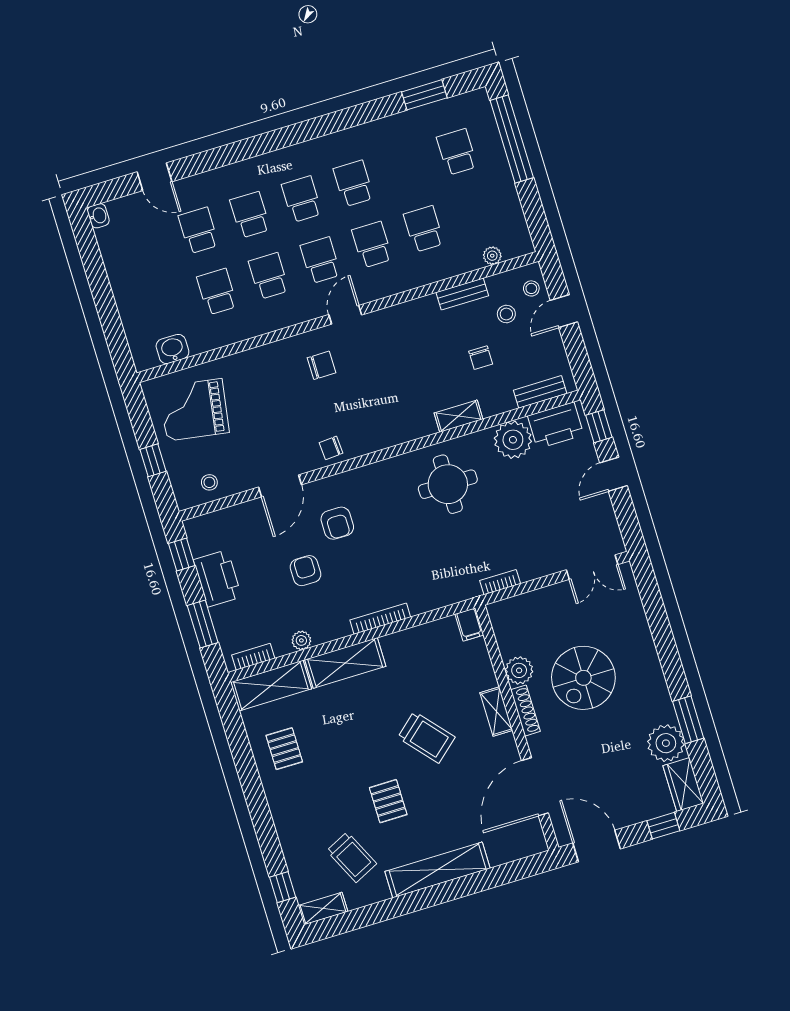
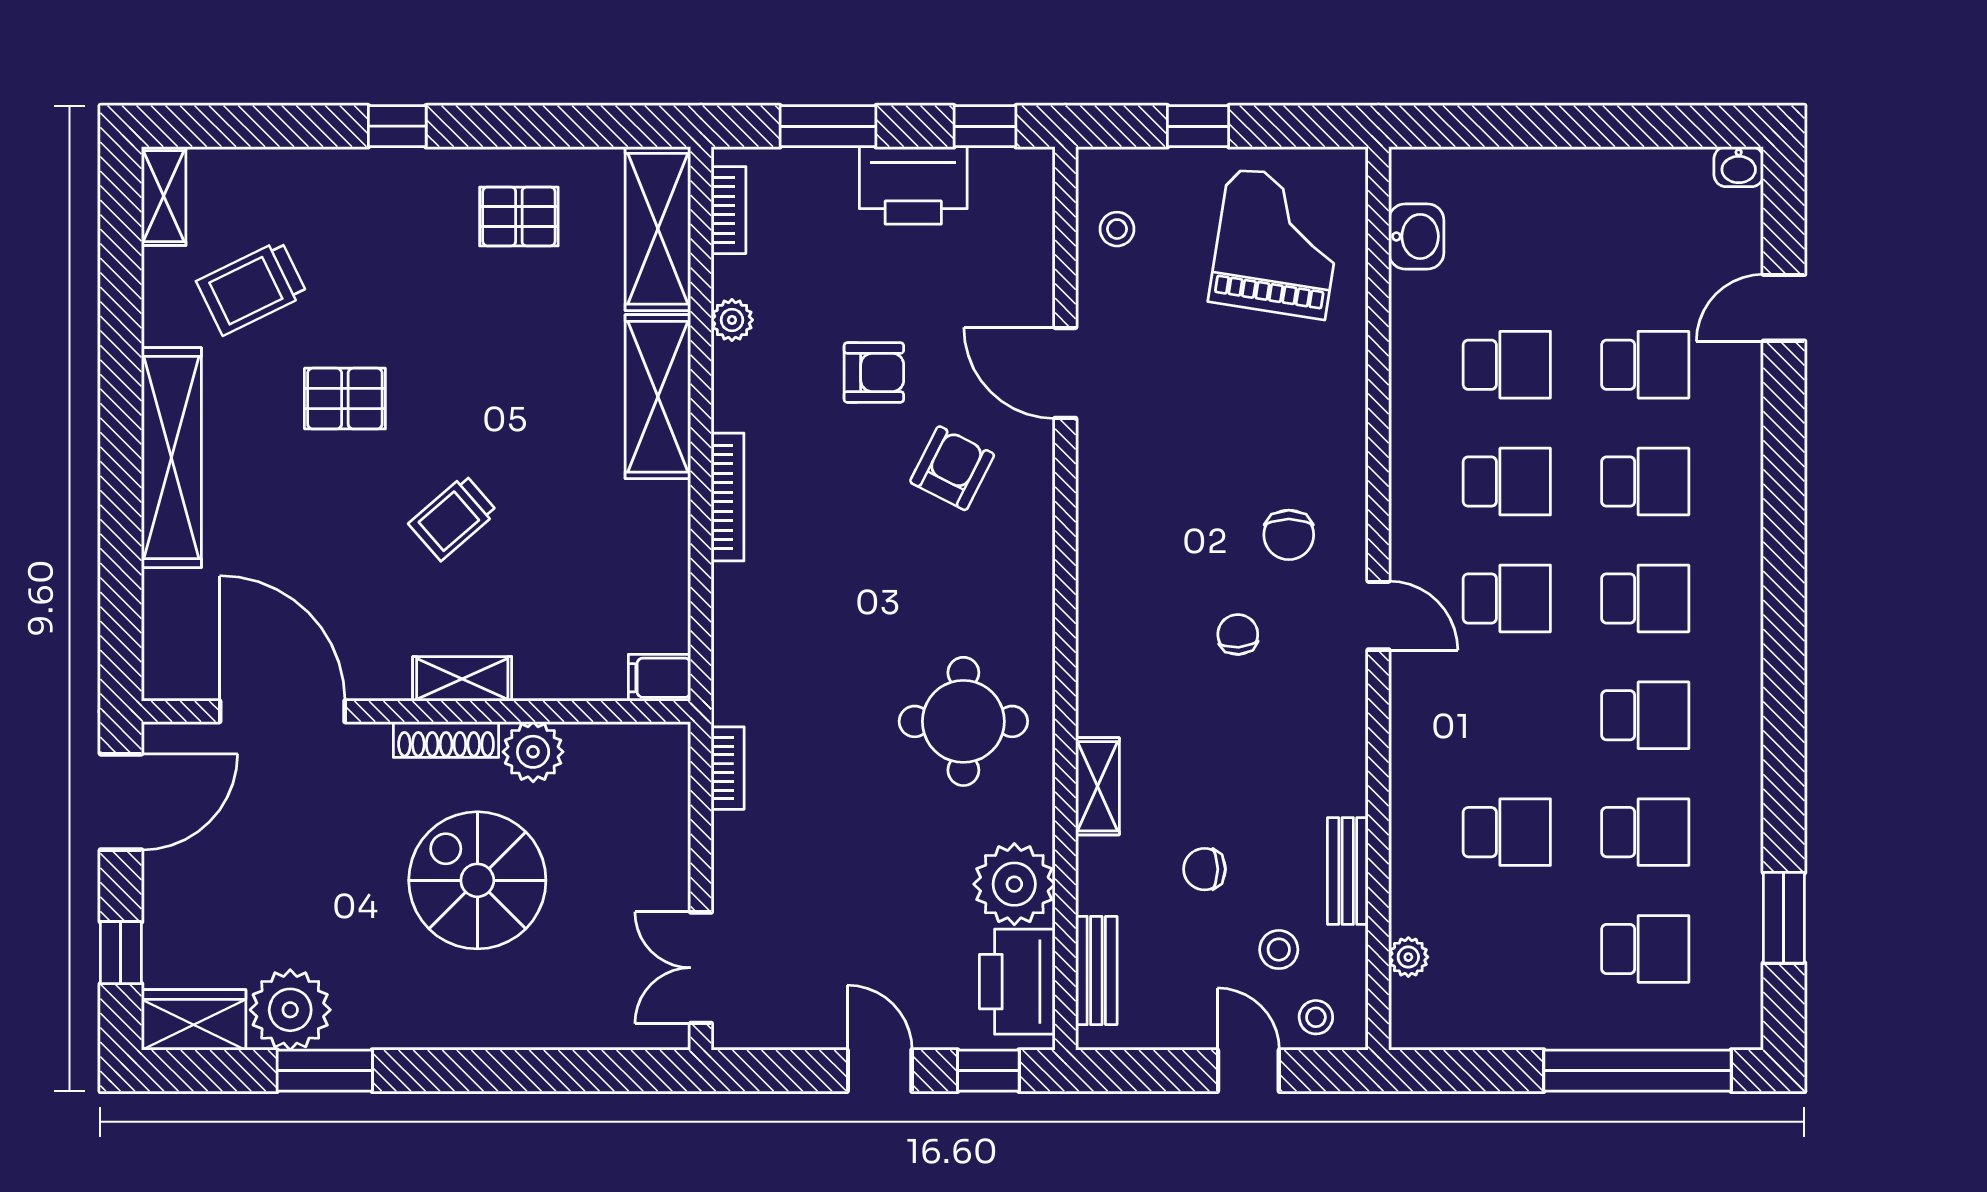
school desk: (372, 245) -> (1645, 832), moved
chair: (331, 448) -> (1238, 635), moved
armchair: (337, 523) -> (952, 468), turned 117
trolley: (426, 737) -> (453, 518), width x0.73, depth x0.72
window: (283, 887) -> (397, 126), moved

